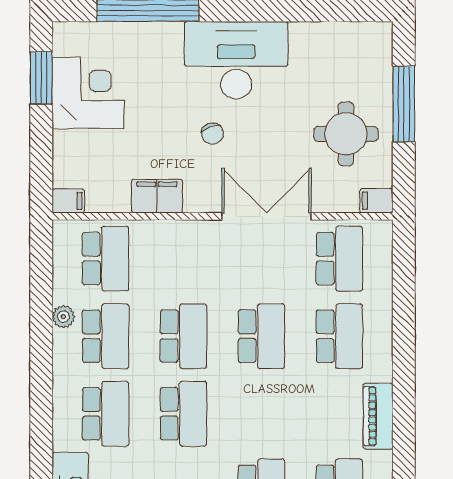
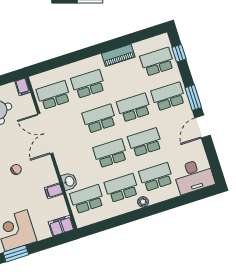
filing cabinet: (157, 196) -> (54, 191), width x0.50
filing cabinet: (68, 201) -> (61, 226), width x2.00
washbasin: (153, 234) -> (69, 181), added
plant: (63, 317) -> (143, 202), moved
school desk: (261, 414) -> (134, 108), added

